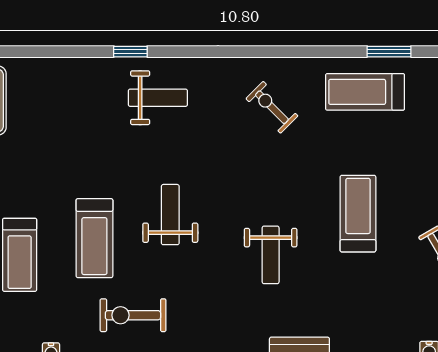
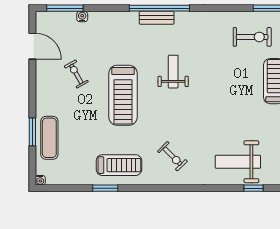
weight bench: (158, 98) -> (238, 162), width x1.36, depth x1.33
treadmill: (358, 214) -> (123, 95), width x1.37, depth x1.38
weight bench: (170, 215) -> (231, 95), removed

